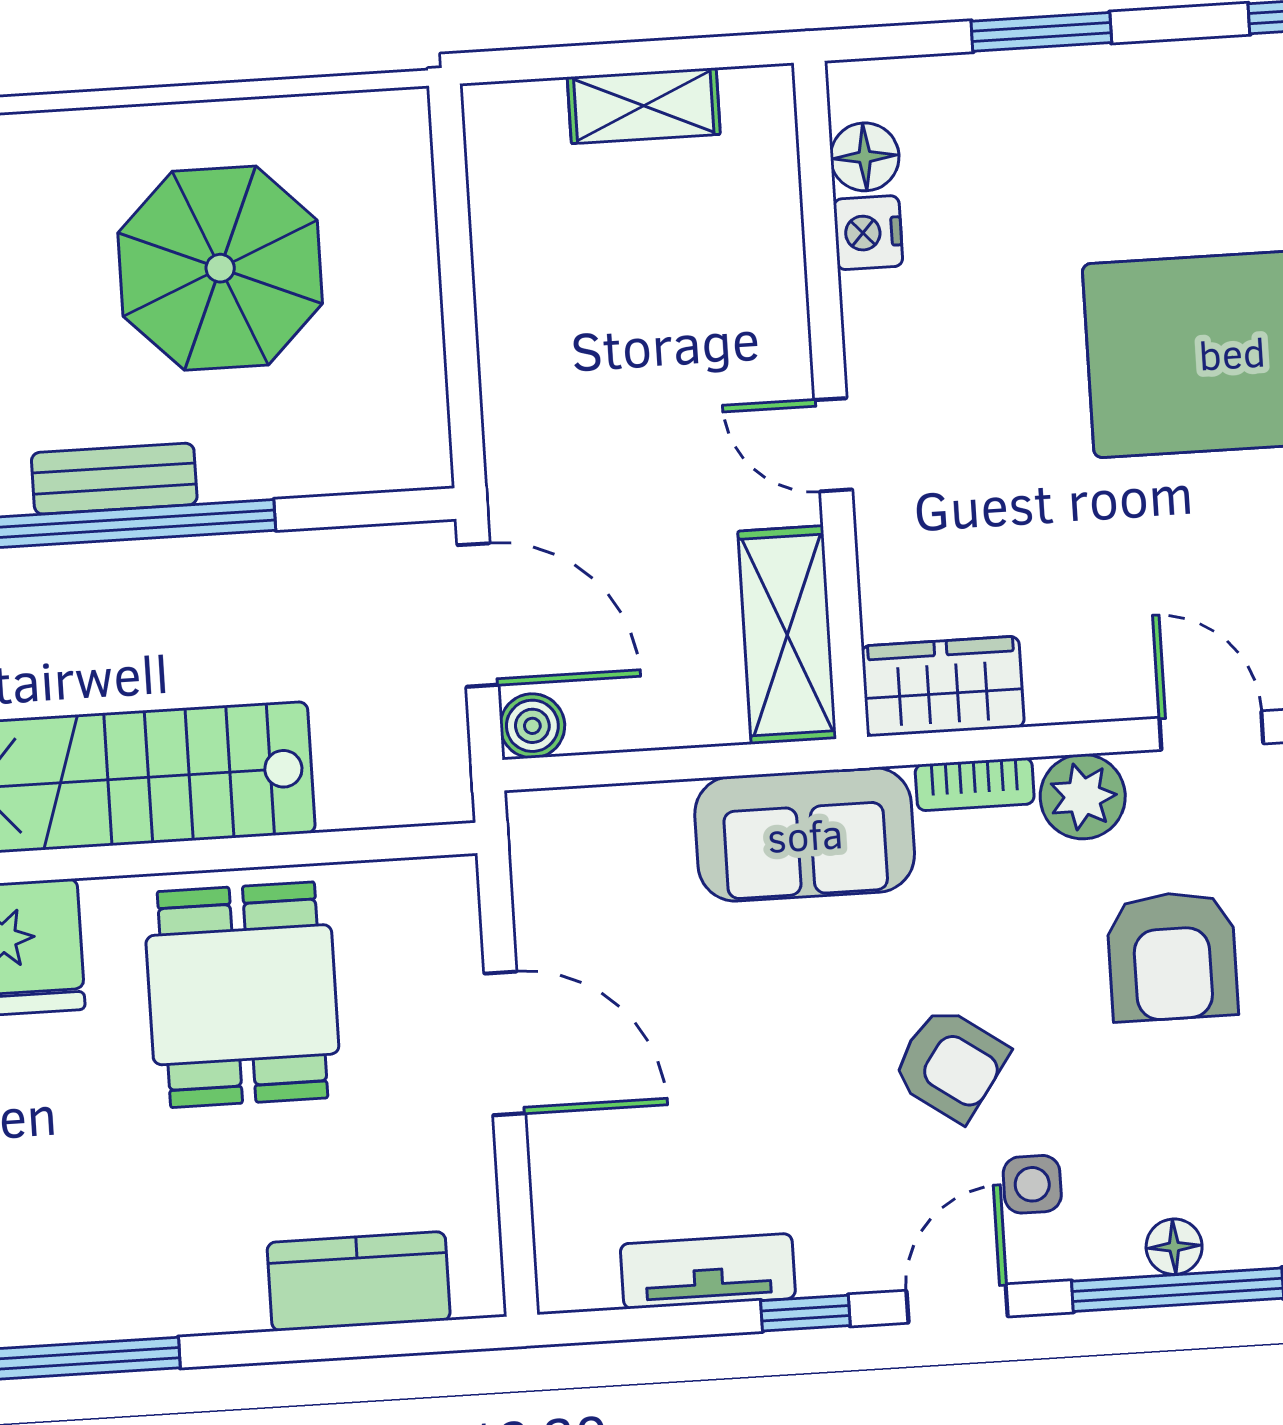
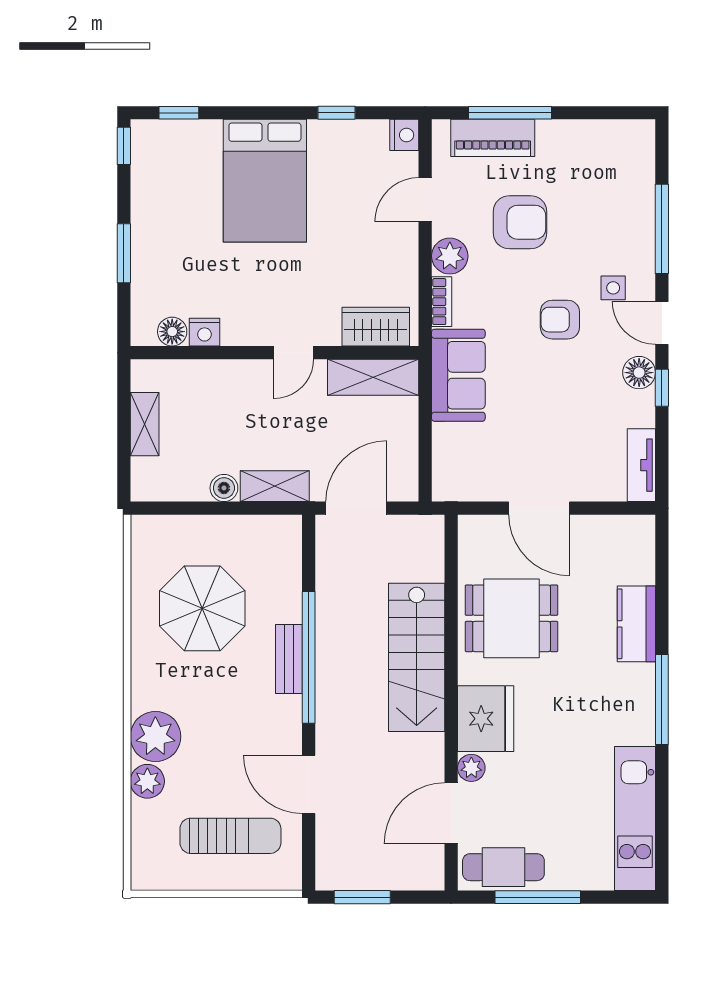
shelving: (517, 420) -> (275, 486), added
wardrobe: (943, 686) -> (376, 327), moved, turned 90
boiler: (532, 726) -> (224, 488), moved
door: (505, 1043) -> (539, 508), swing flipped
armchair: (950, 1064) -> (560, 320), turned -125
floor lamp: (1174, 1247) -> (639, 373), moved, width x1.37, depth x1.37
tv unit: (708, 1271) -> (641, 465), moved
kitchen counter: (359, 1281) -> (636, 624), moved

